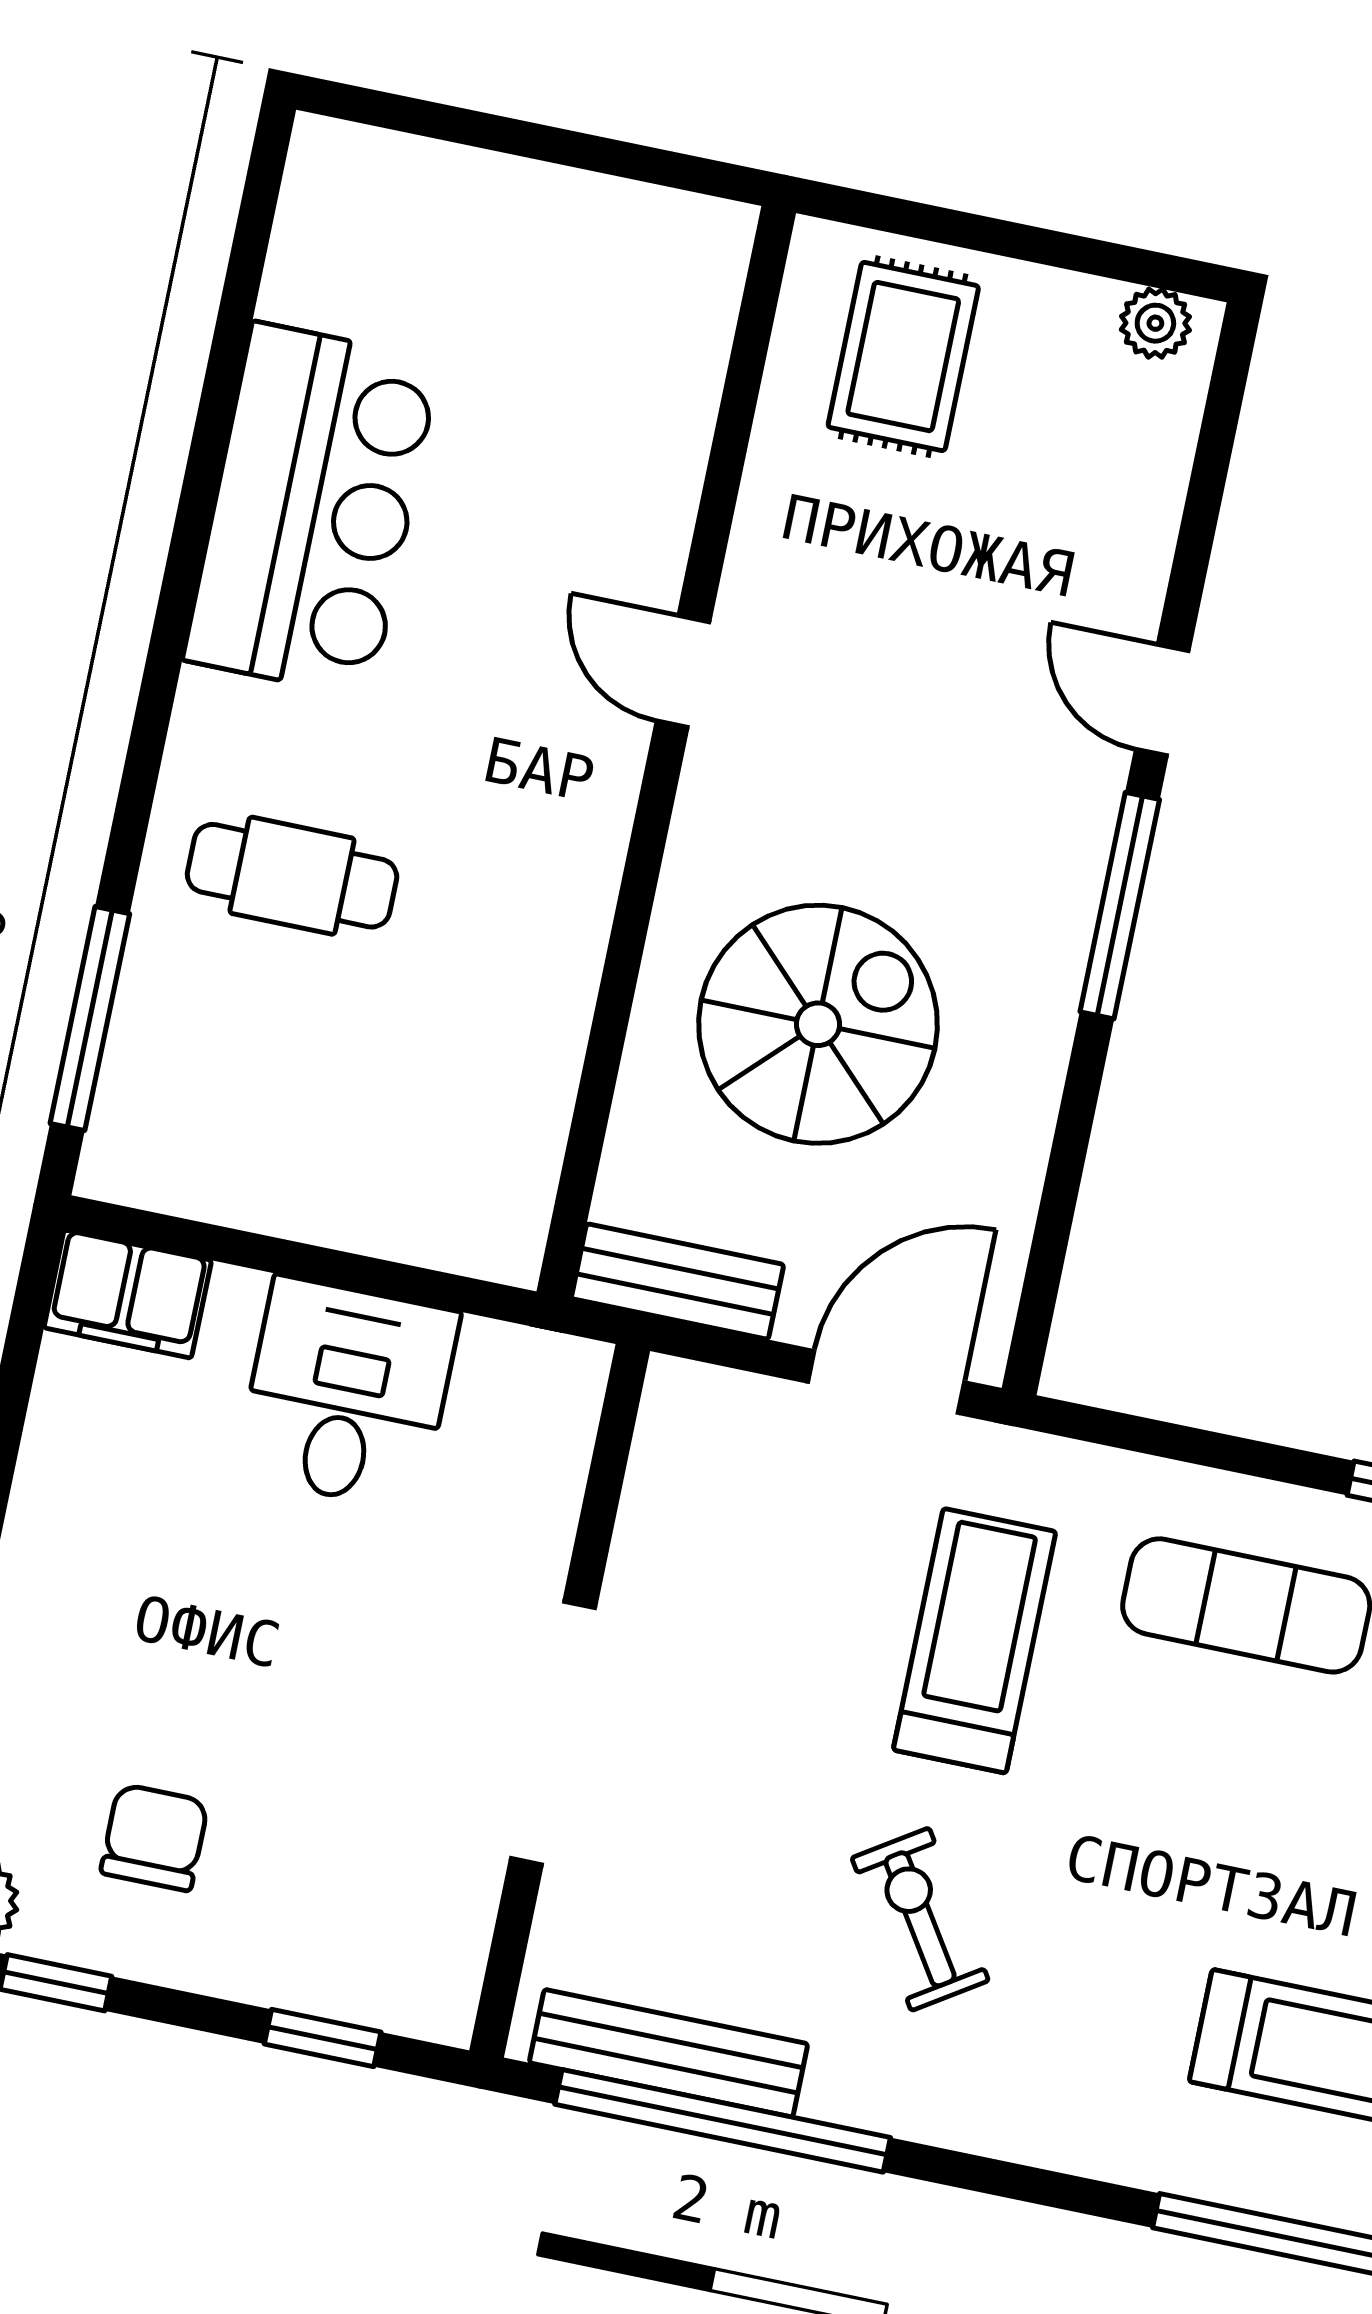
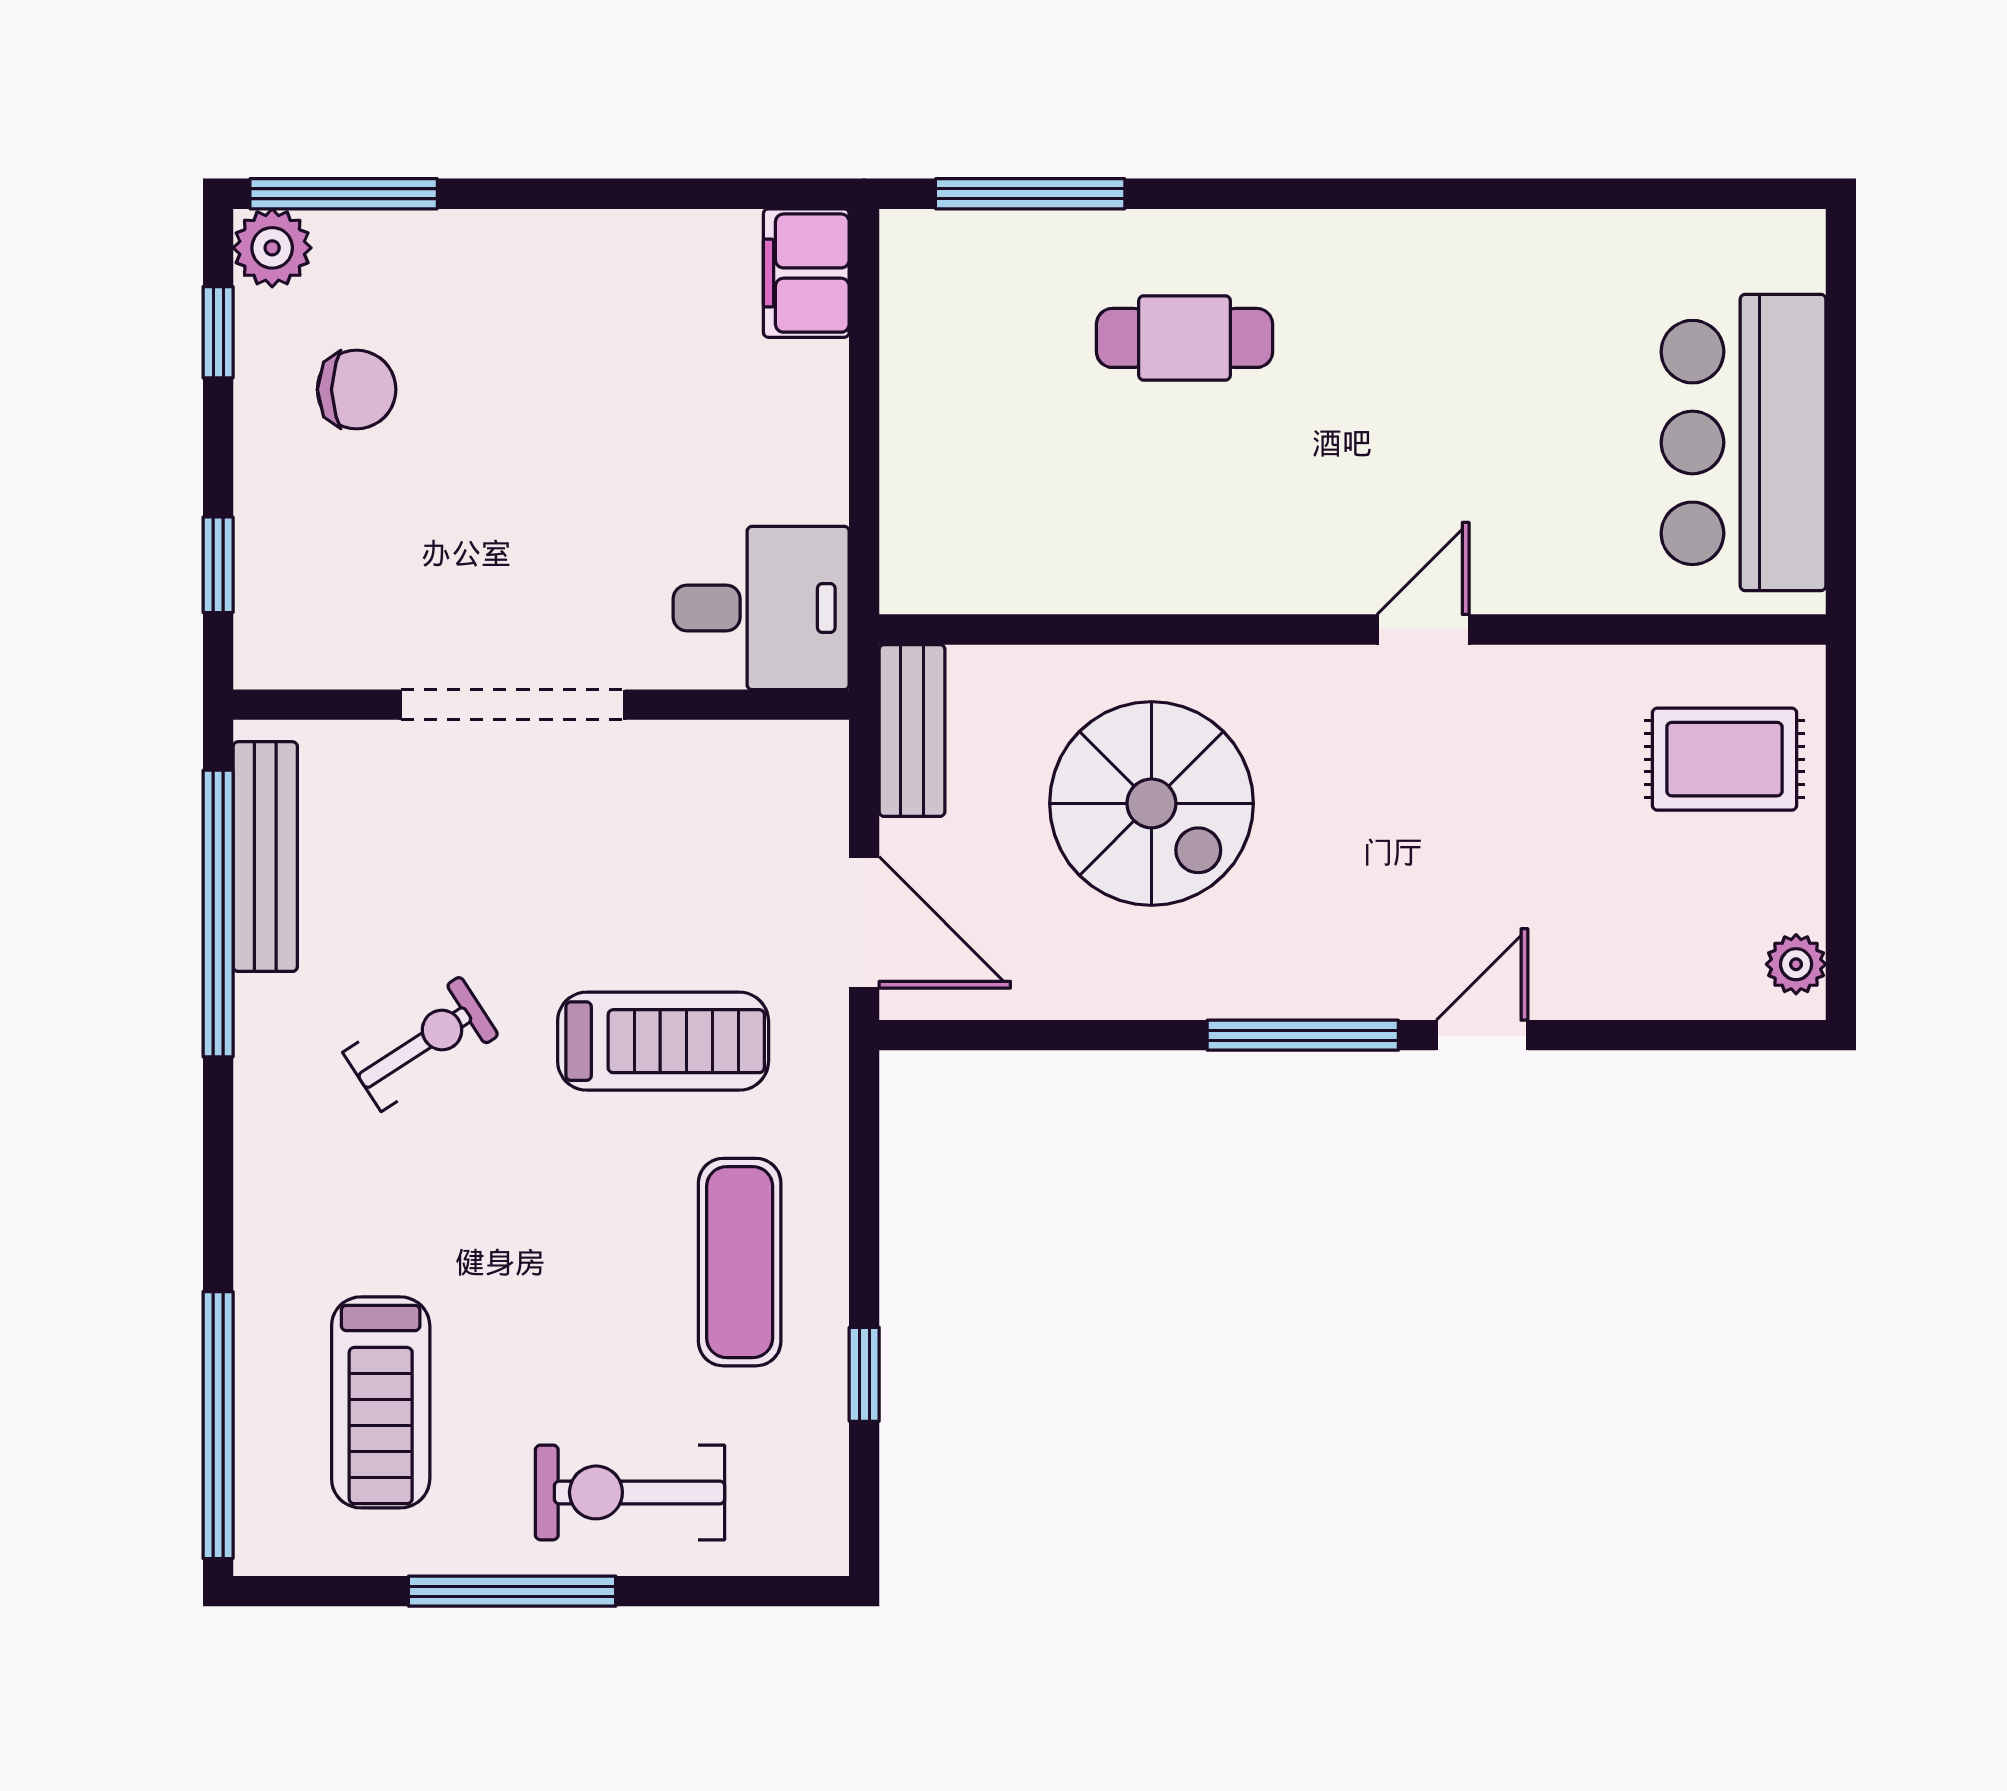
bar counter: (312, 510) -> (1744, 442), moved, turned 90
cafe table: (292, 876) -> (1185, 338), turned 90
desk: (347, 1394) -> (761, 608), moved

